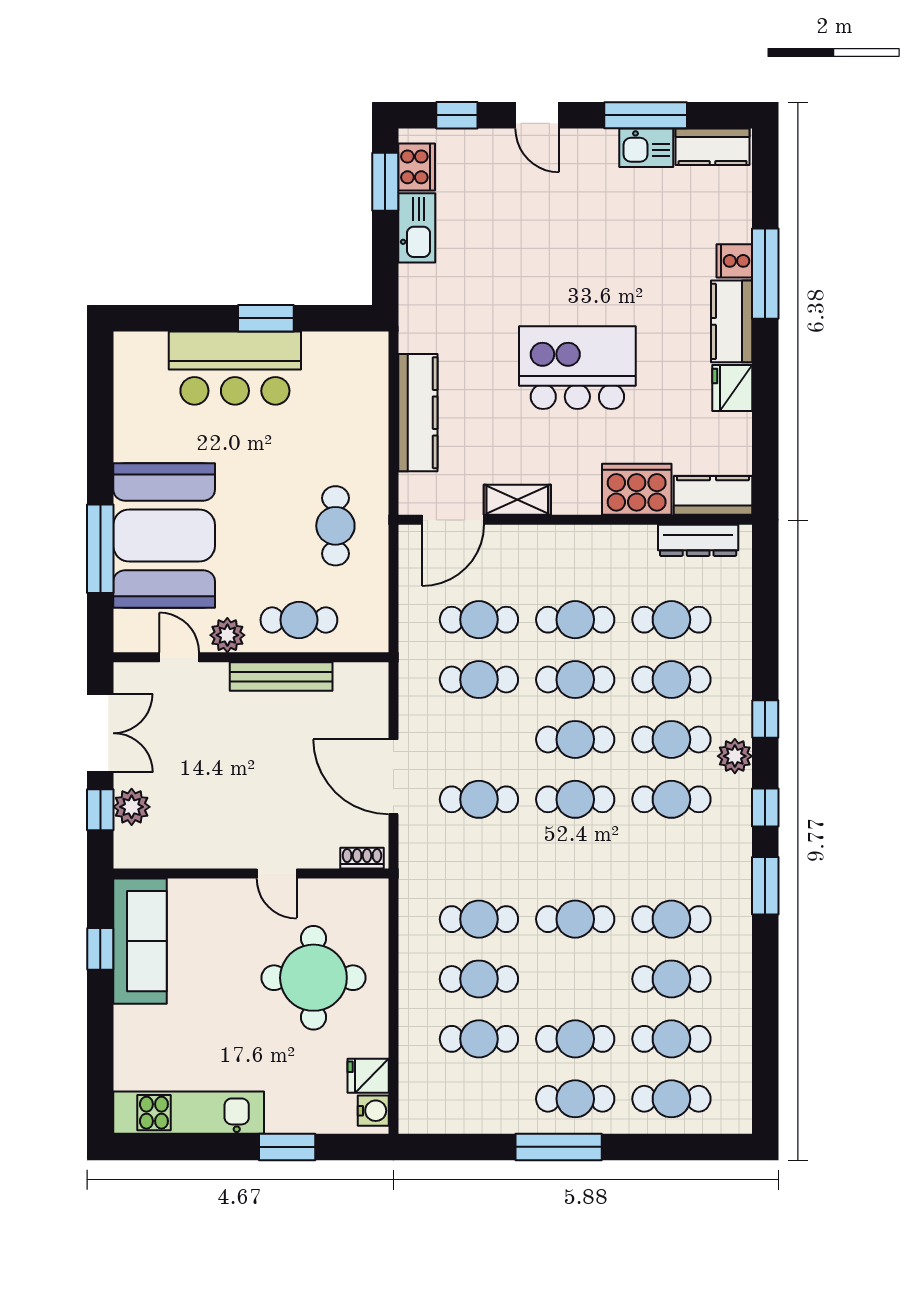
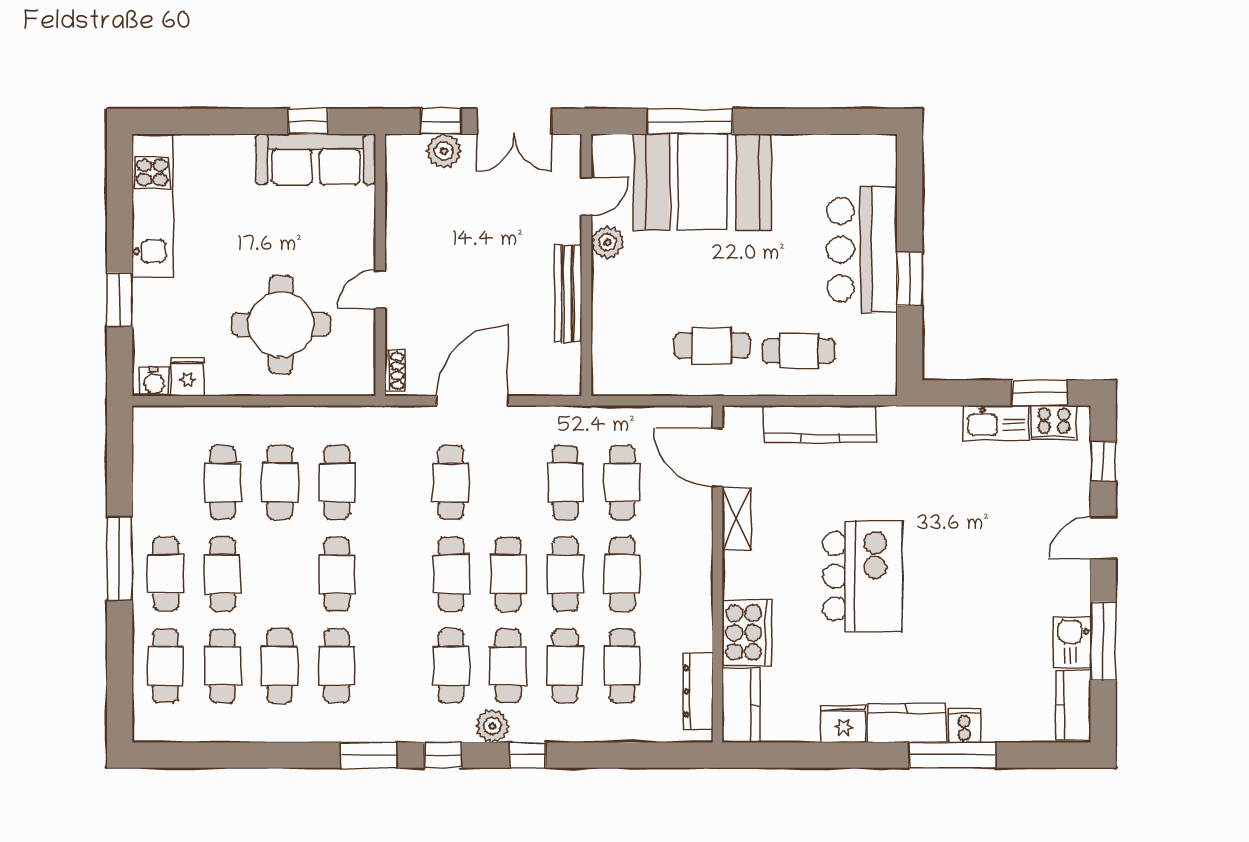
cafe table: (299, 620) -> (799, 351), moved, turned 90

